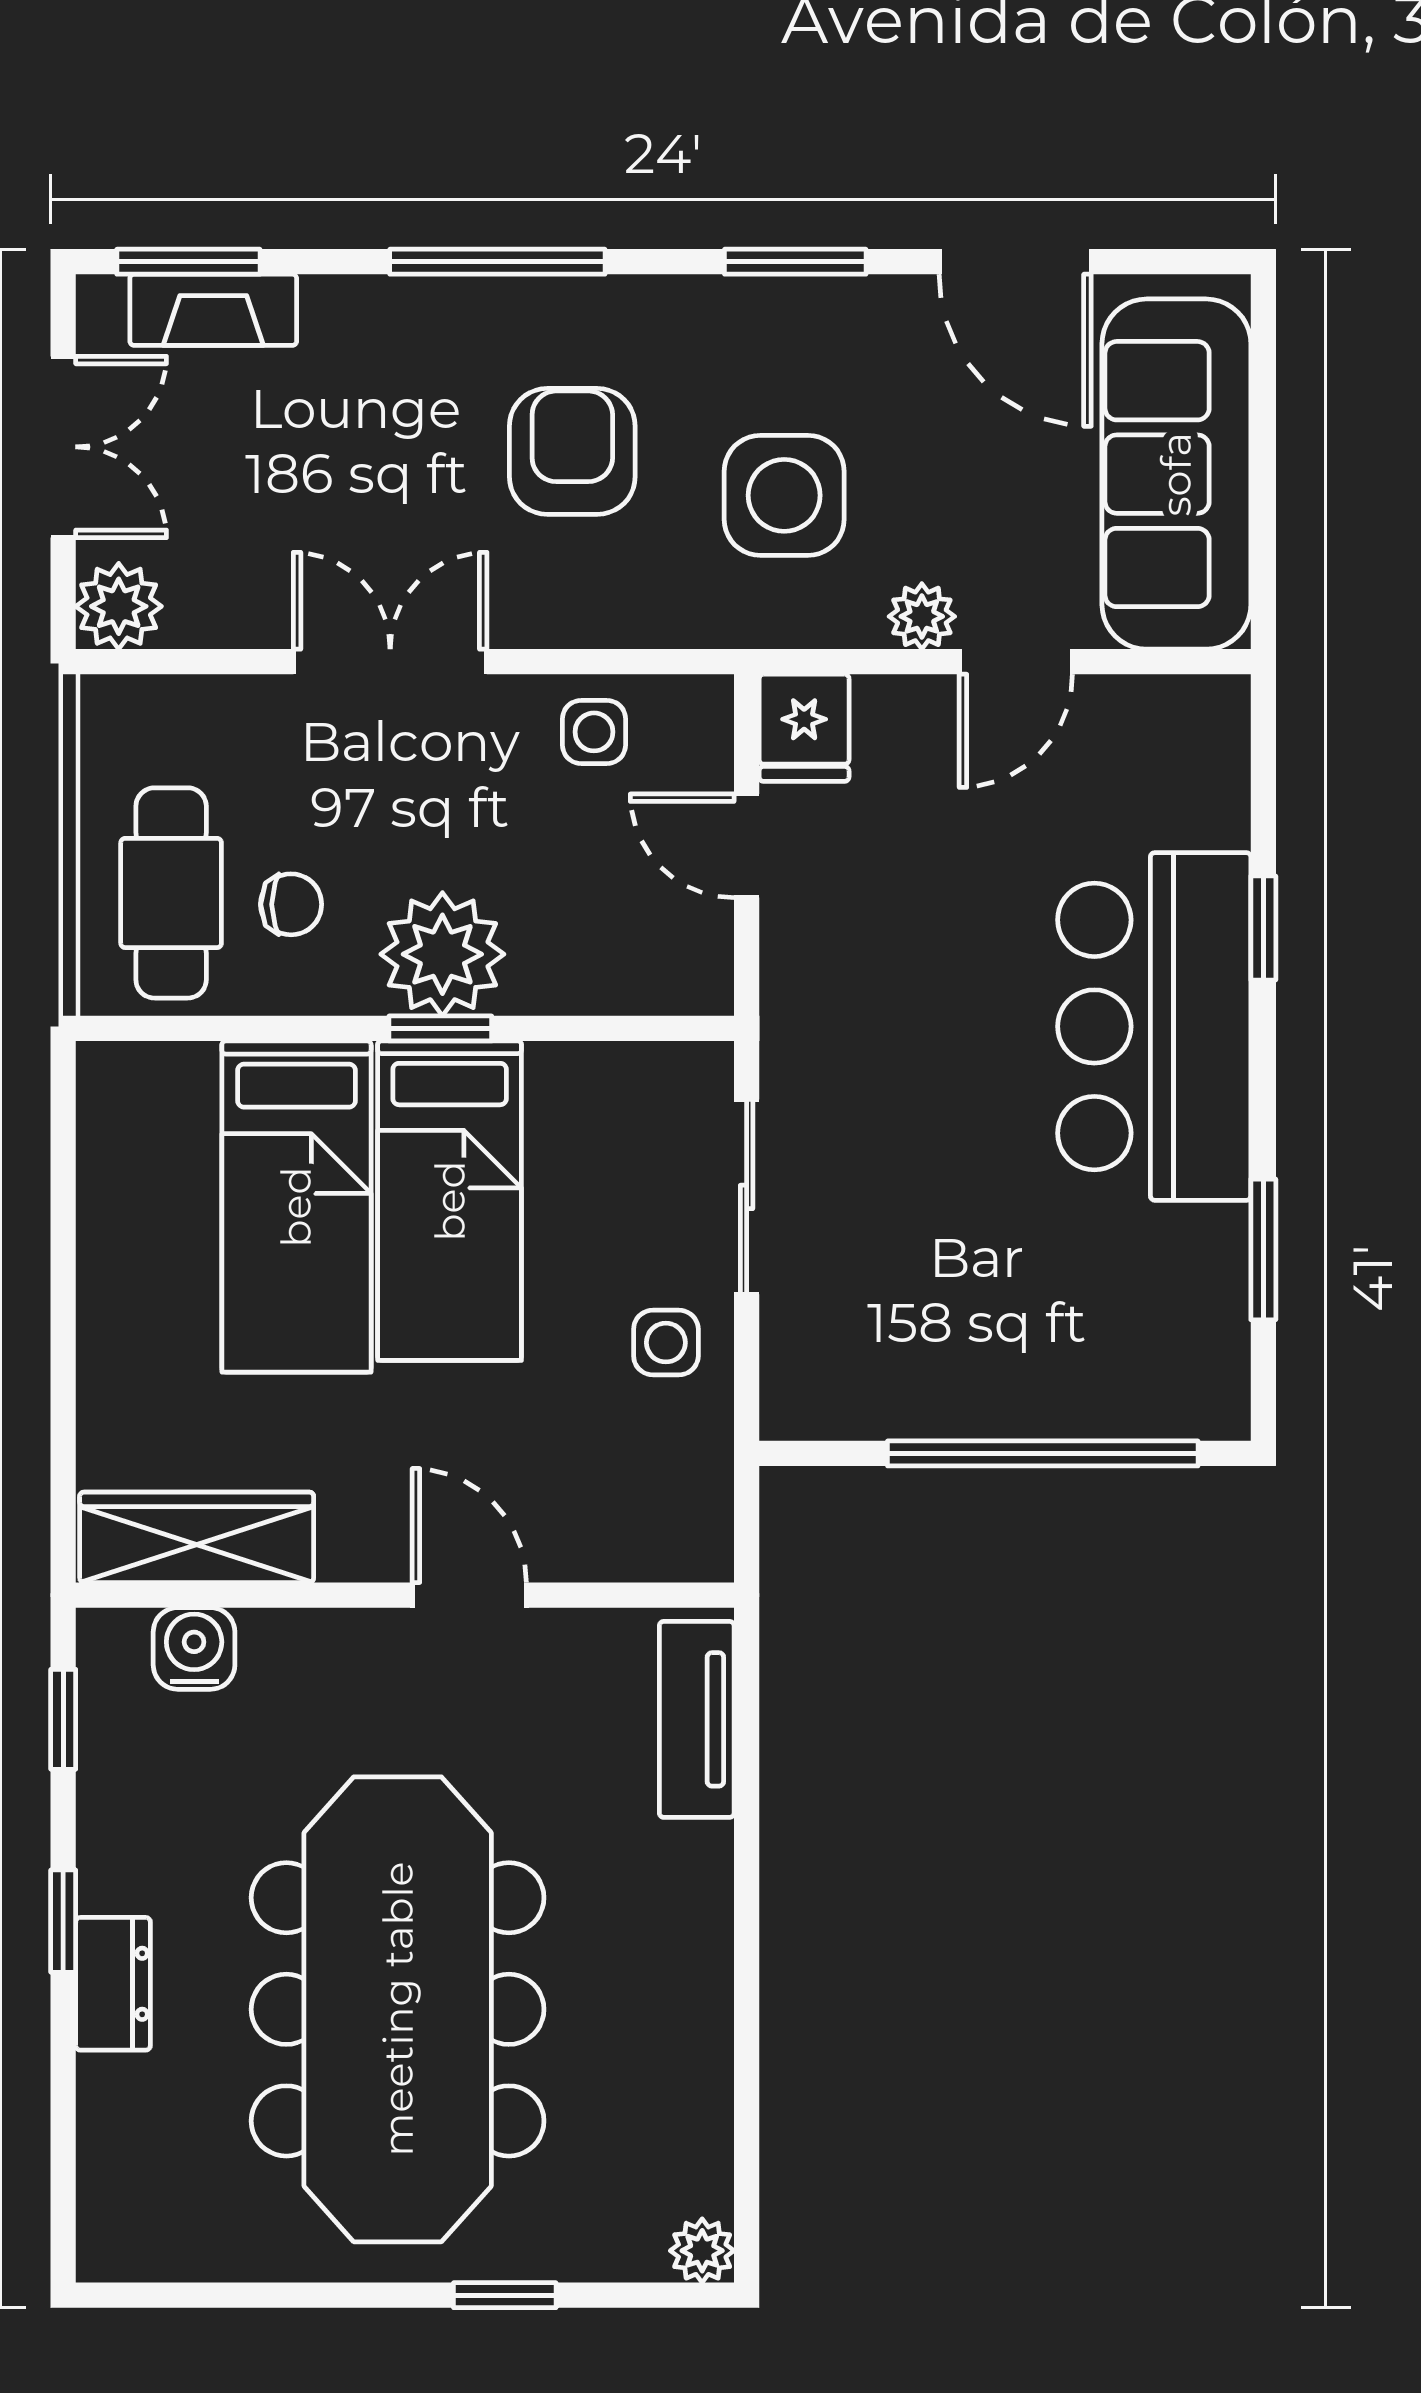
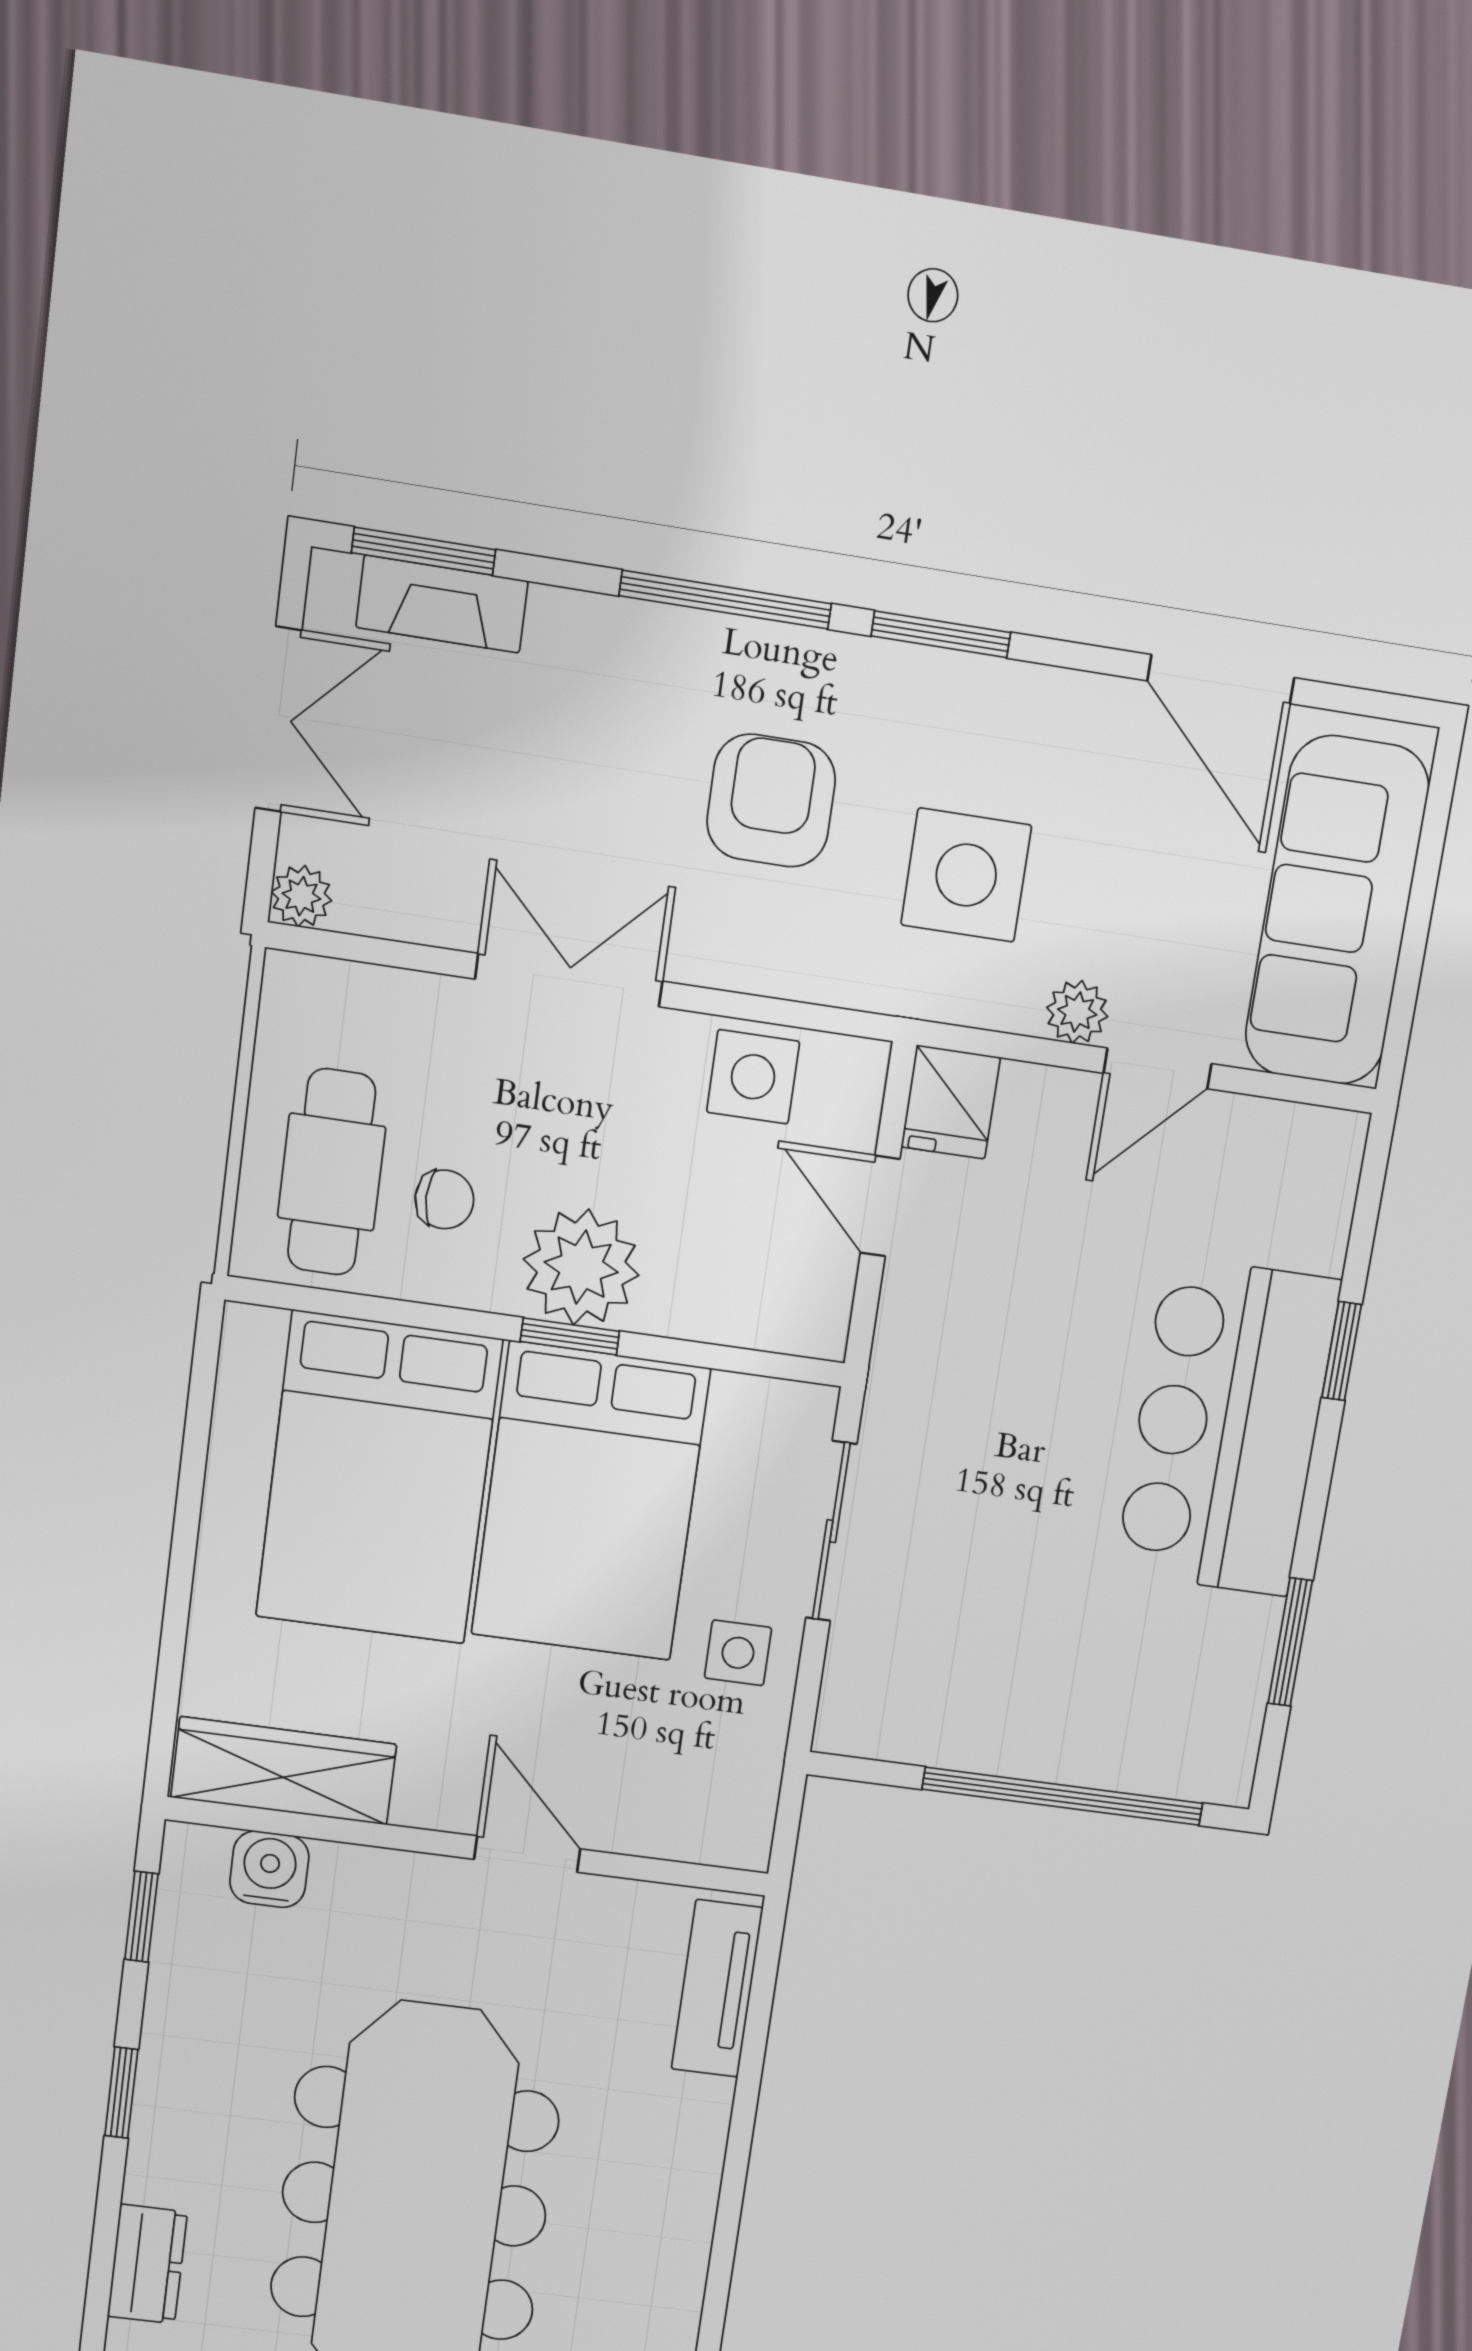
window: (795, 262) -> (941, 634), moved
plant: (119, 606) -> (301, 896), width x0.73, depth x0.73
side table: (594, 732) -> (753, 1077), width x1.37, depth x1.37
bed: (450, 1201) -> (590, 1502), width x1.50
bed: (296, 1207) -> (379, 1478), width x1.50
dresser: (113, 1984) -> (147, 2264), moved

